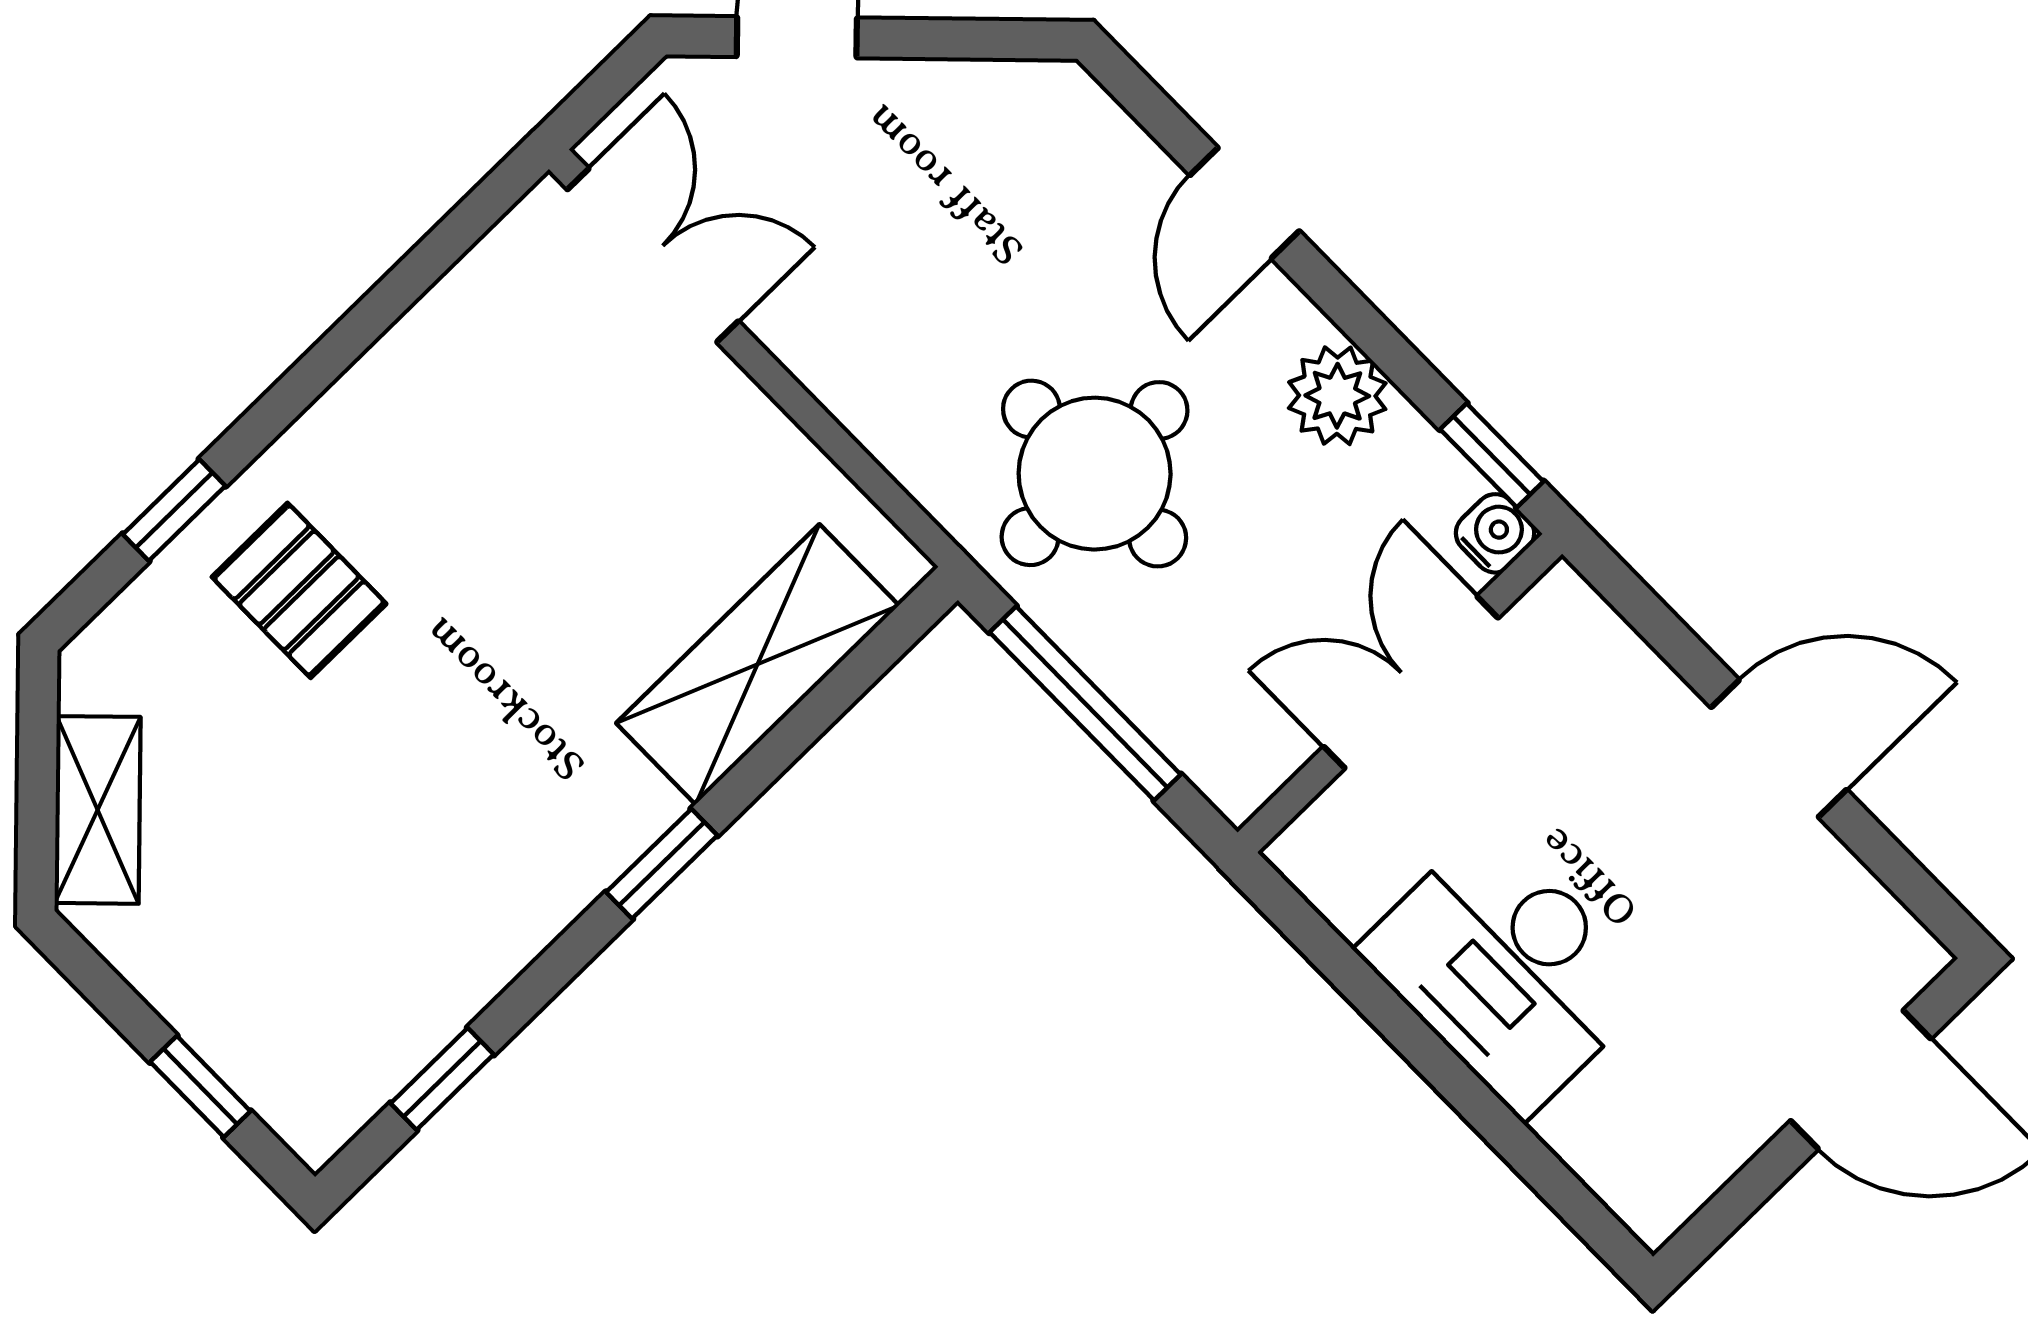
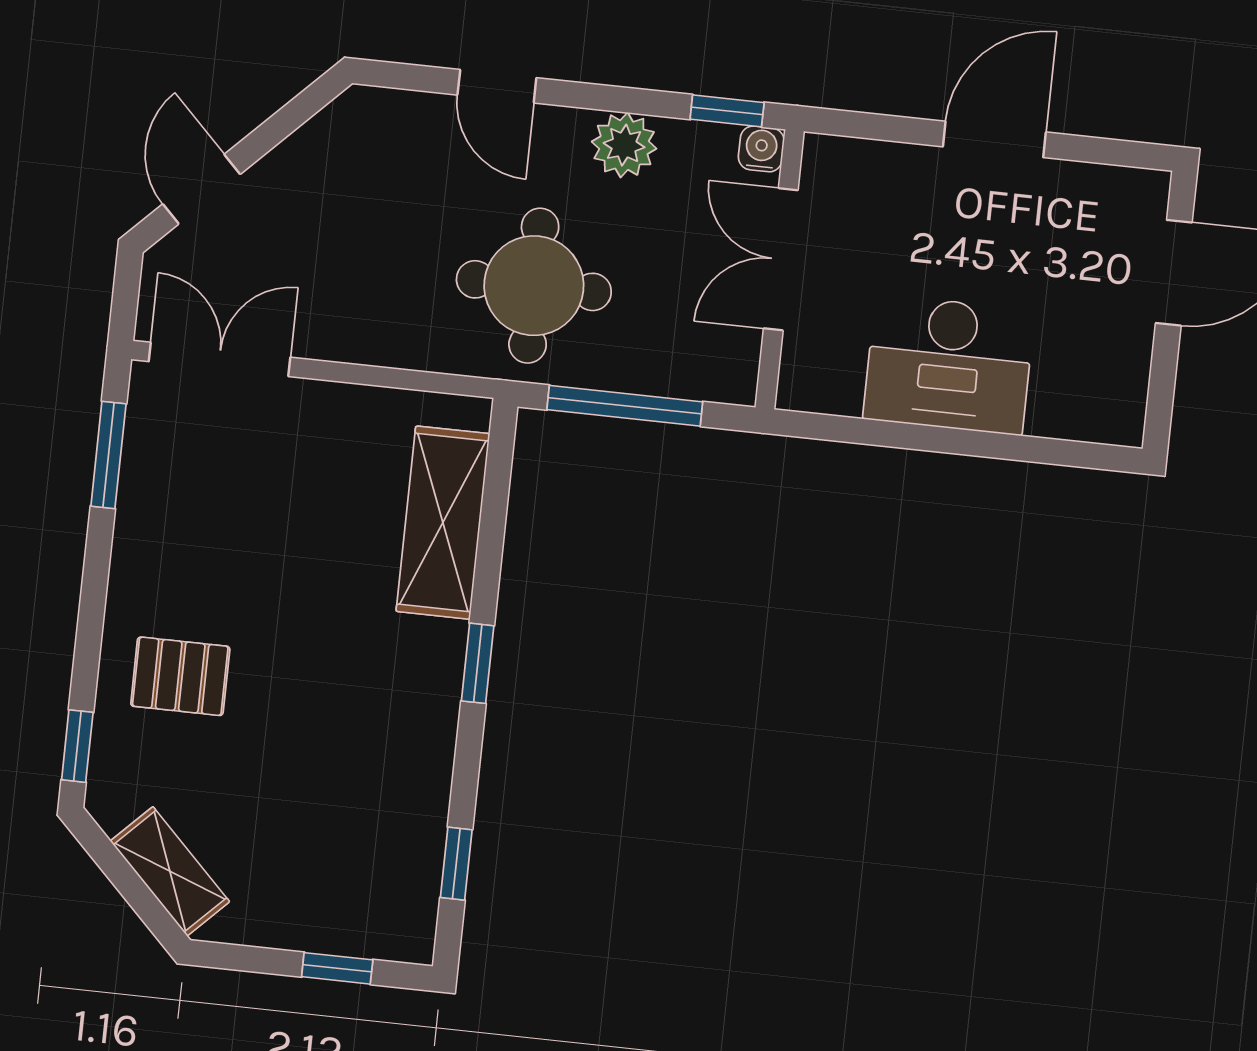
window: (429, 260) -> (108, 455), added
window: (174, 510) -> (77, 746), moved

